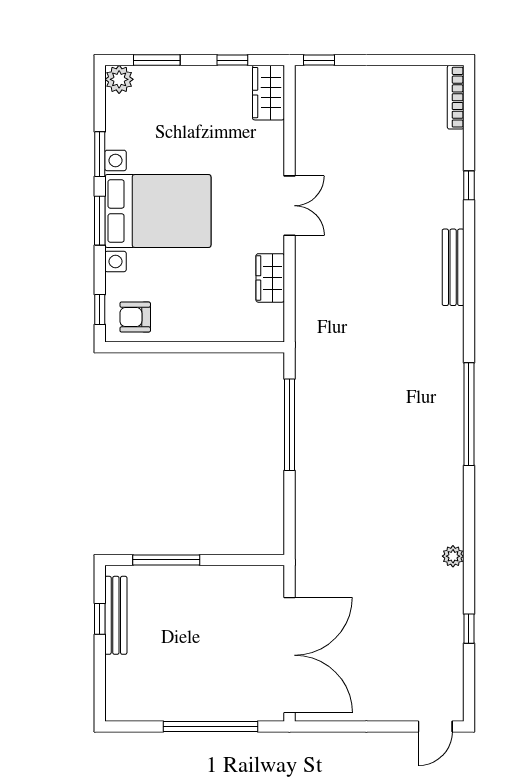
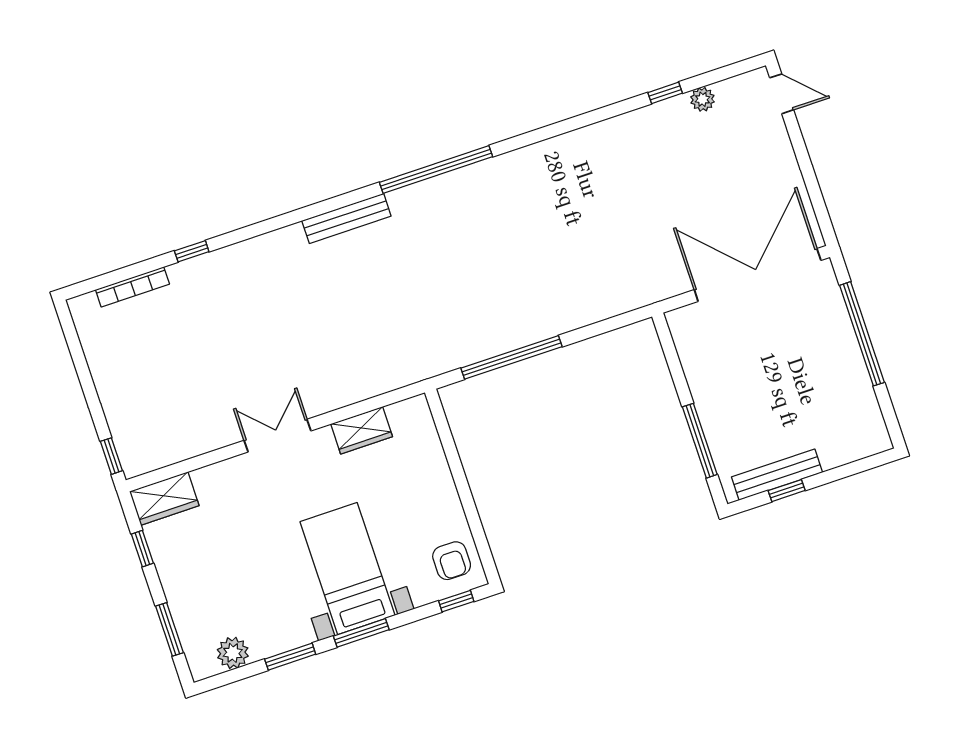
plant: (119, 79) -> (233, 653), moved
bookcase: (456, 97) -> (132, 287), moved
bed with nightstands: (158, 211) -> (347, 569), width x0.73
bench: (453, 267) -> (346, 218), moved
plant: (453, 556) -> (702, 99), moved

